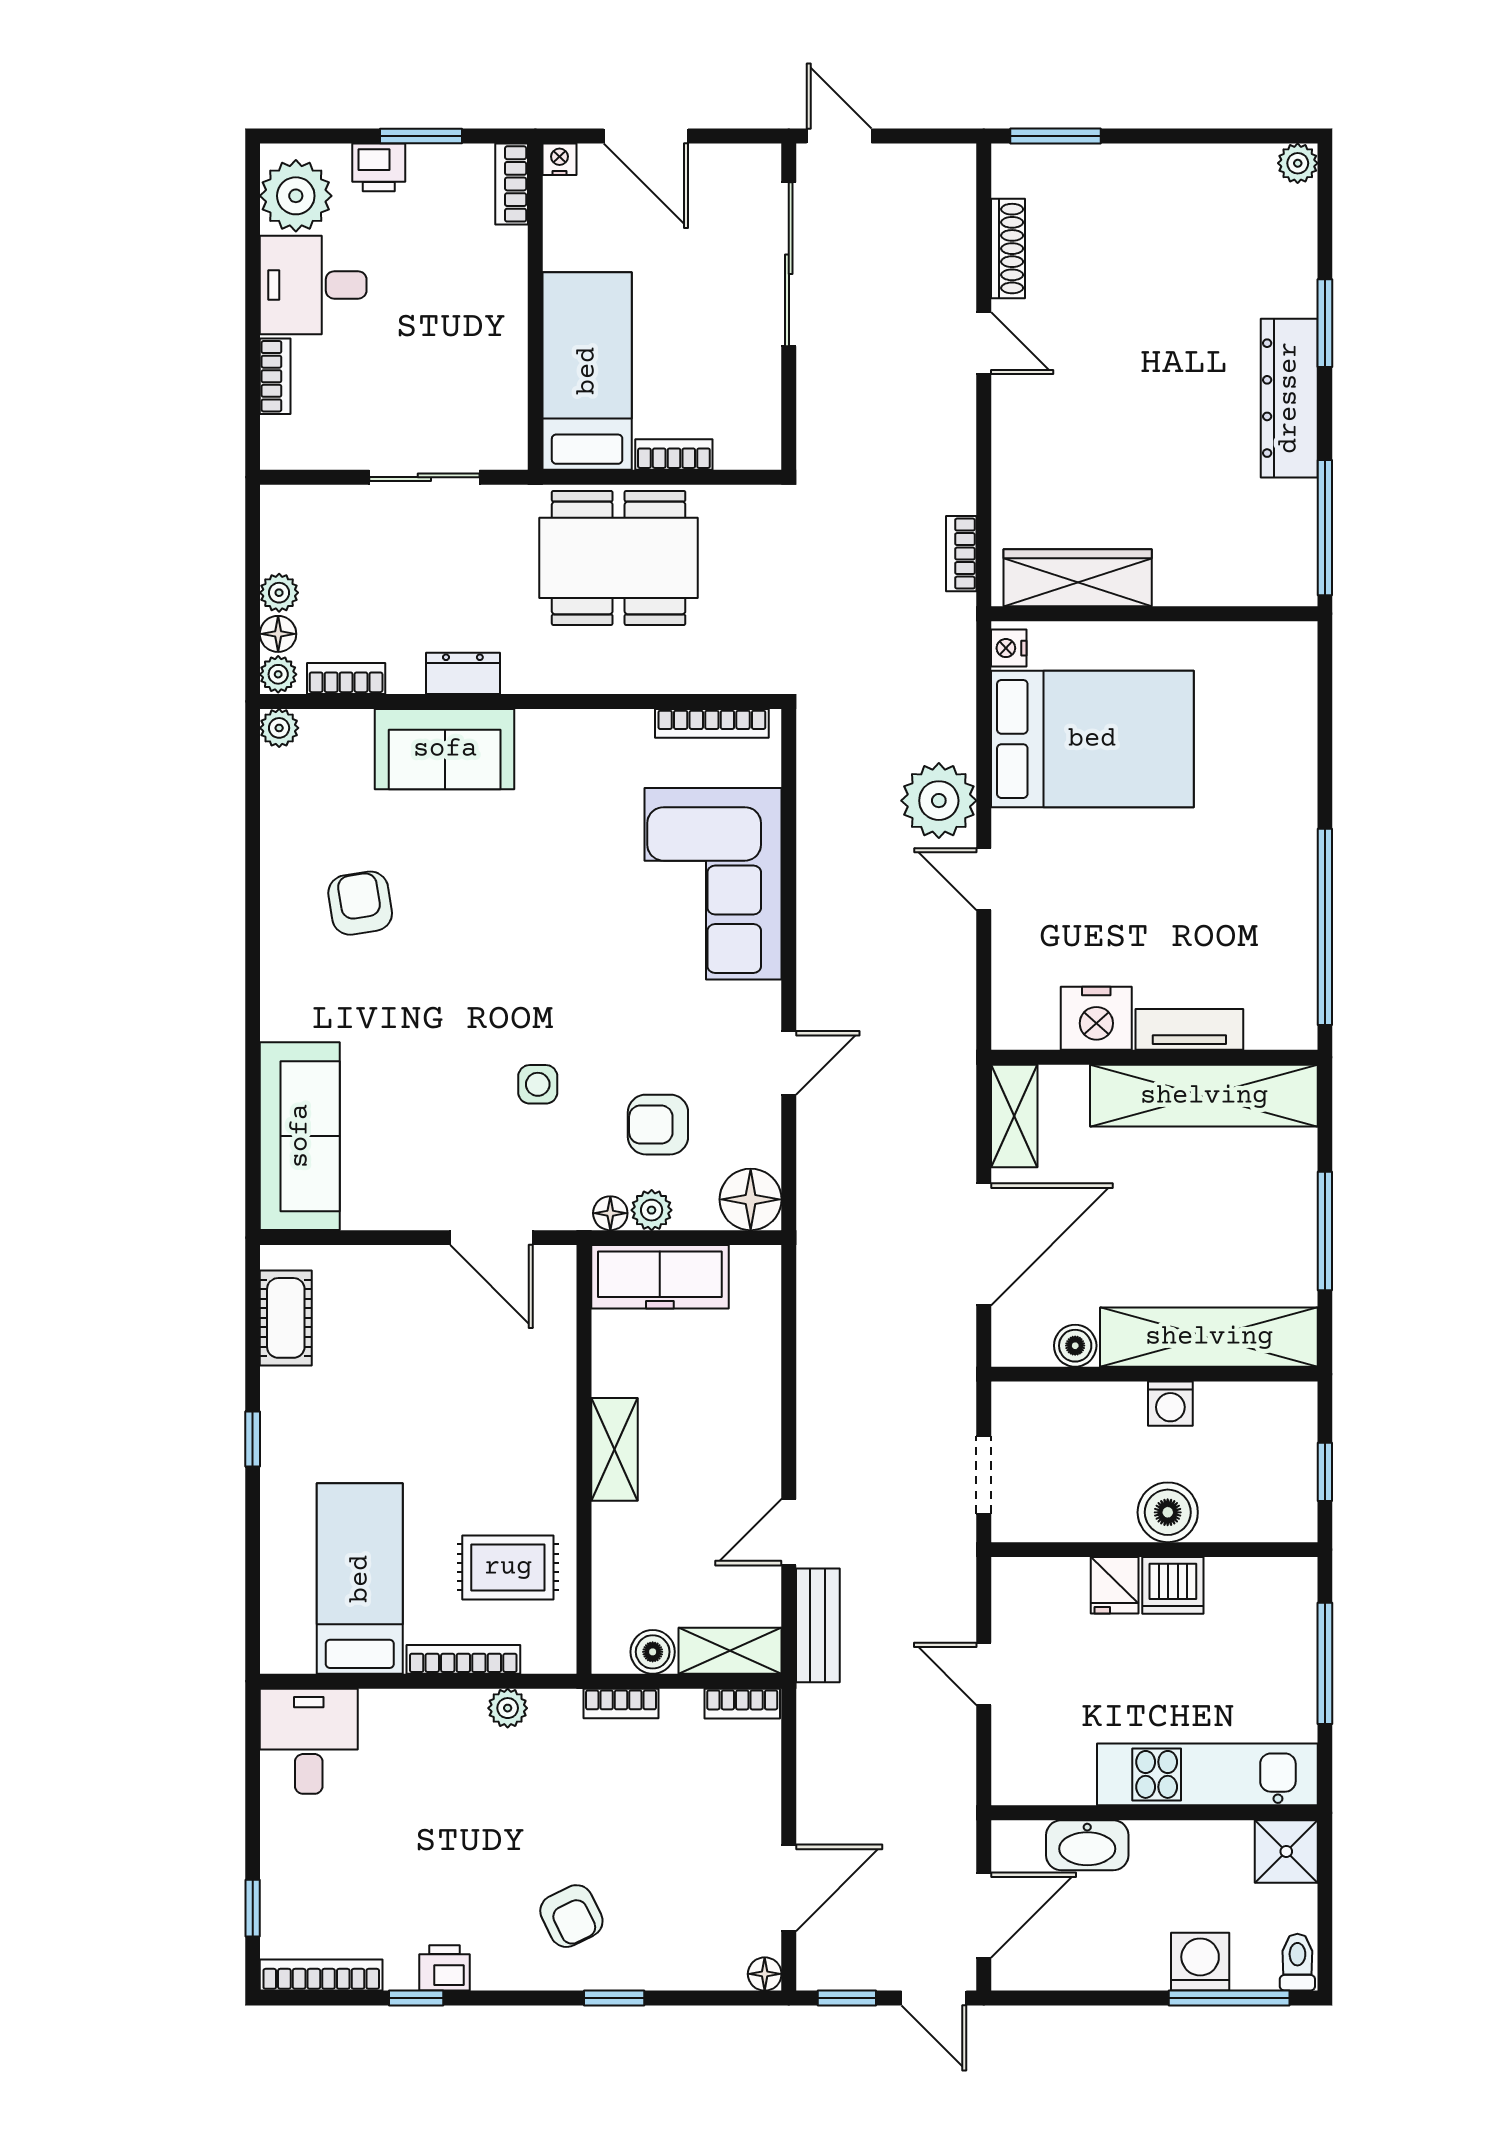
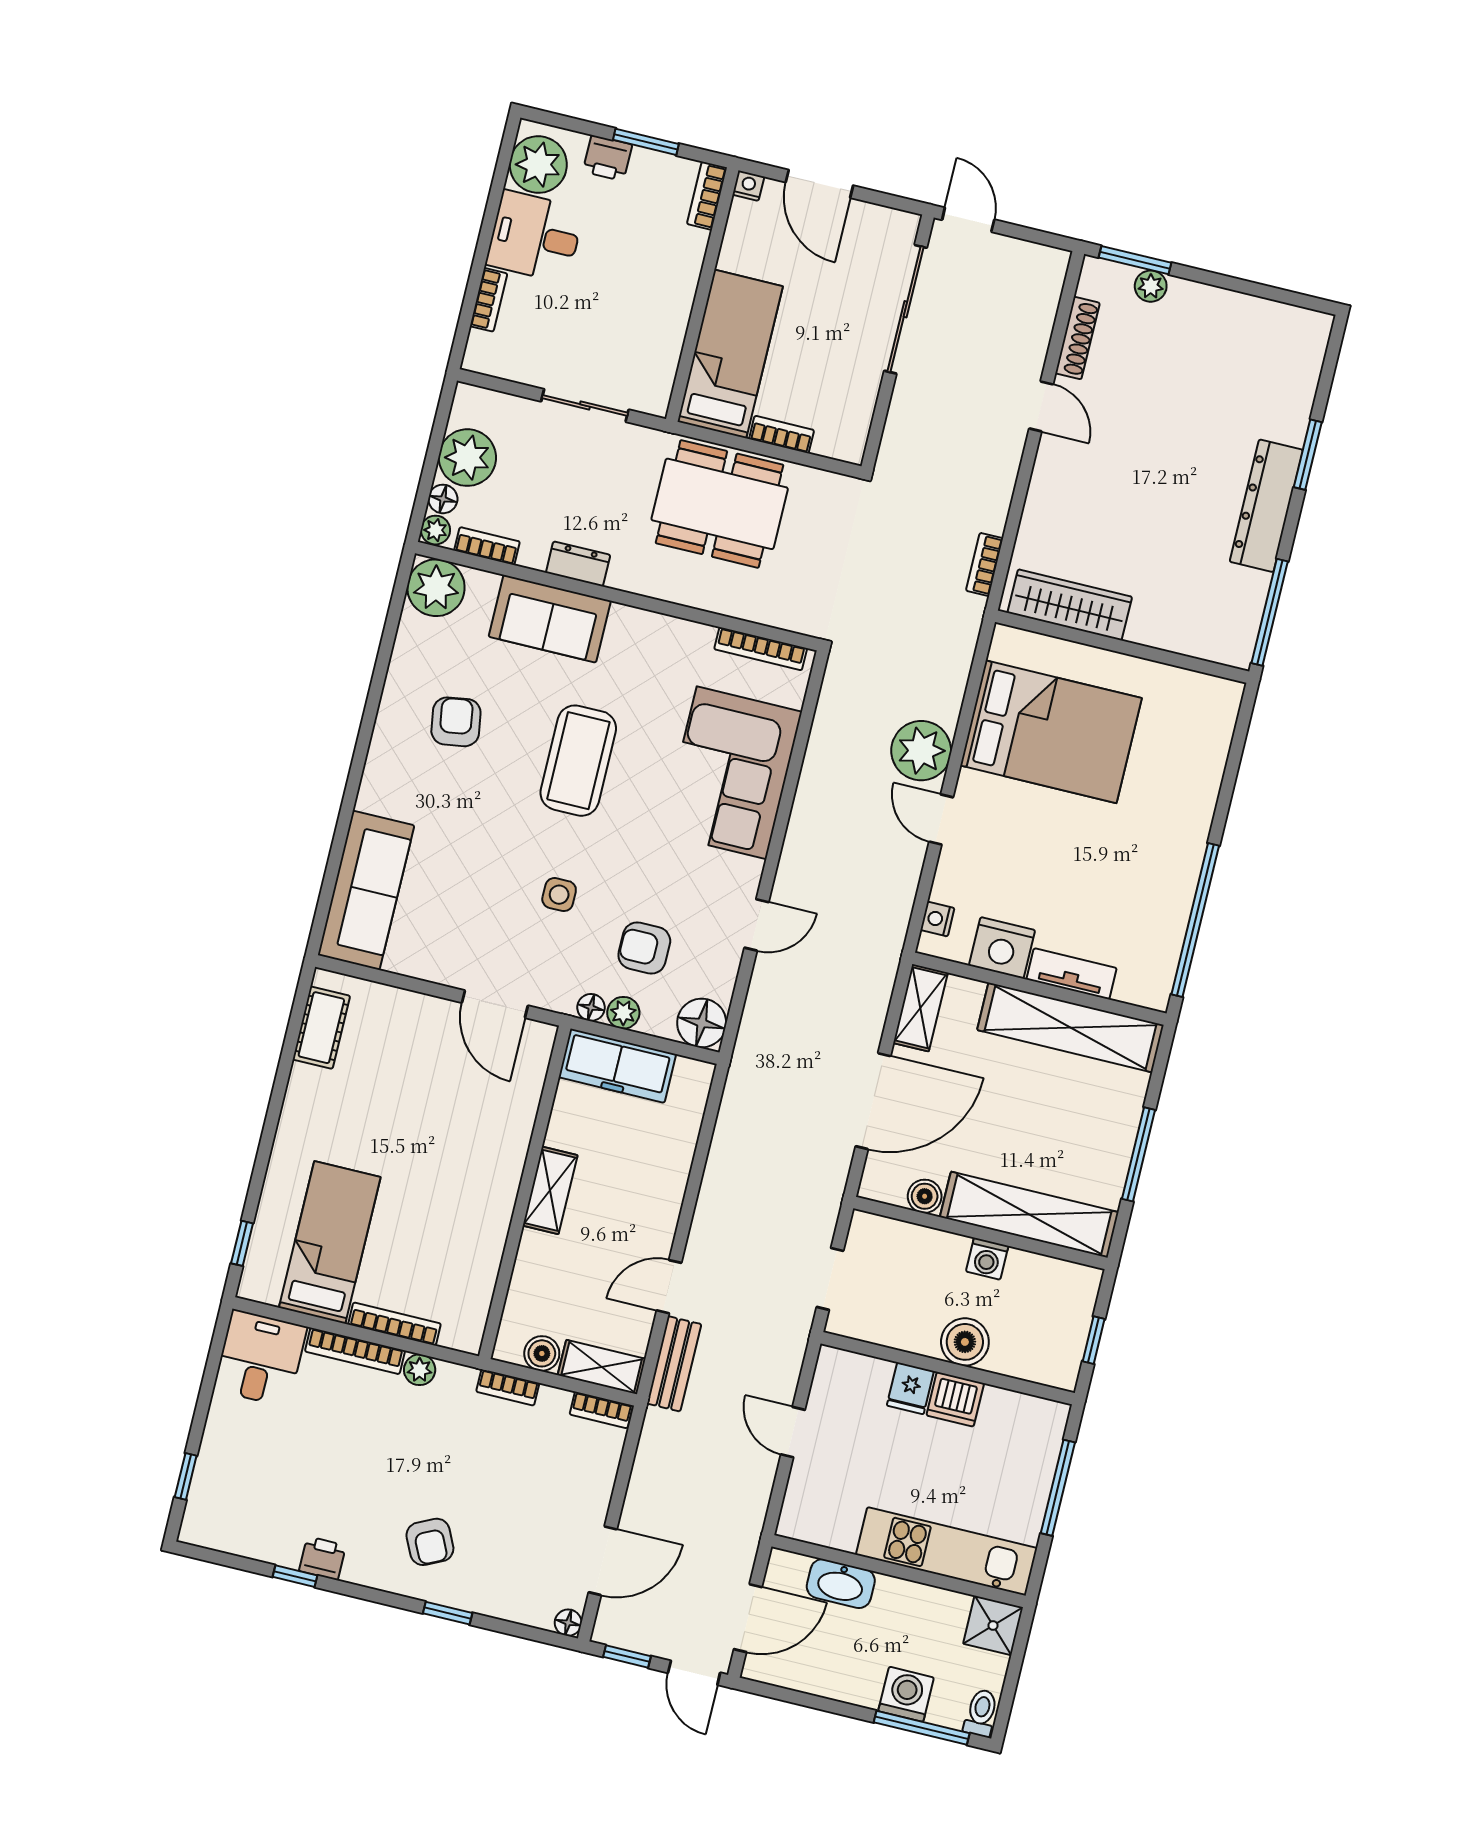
plant: (1298, 163) -> (1151, 286), moved
plant: (279, 593) -> (467, 458), width x1.88, depth x1.88
nightstand: (1009, 648) -> (937, 919), moved
plant: (279, 728) -> (436, 588), width x1.88, depth x1.88
coffee table: (522, 914) -> (578, 761), added
window: (253, 1439) -> (242, 1243), moved
rug: (508, 1567) -> (446, 1261), removed
bookcase: (321, 1975) -> (355, 1351), moved, turned 180

